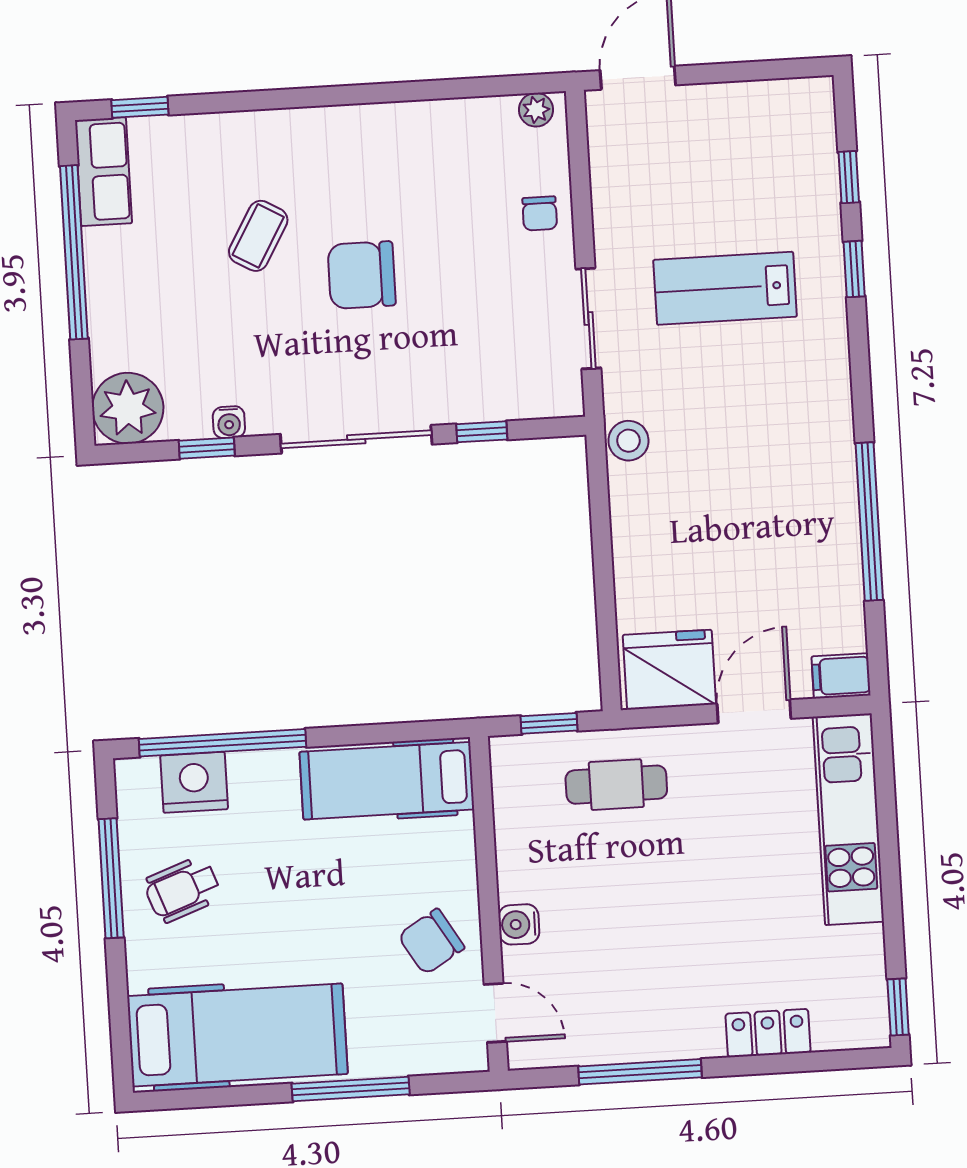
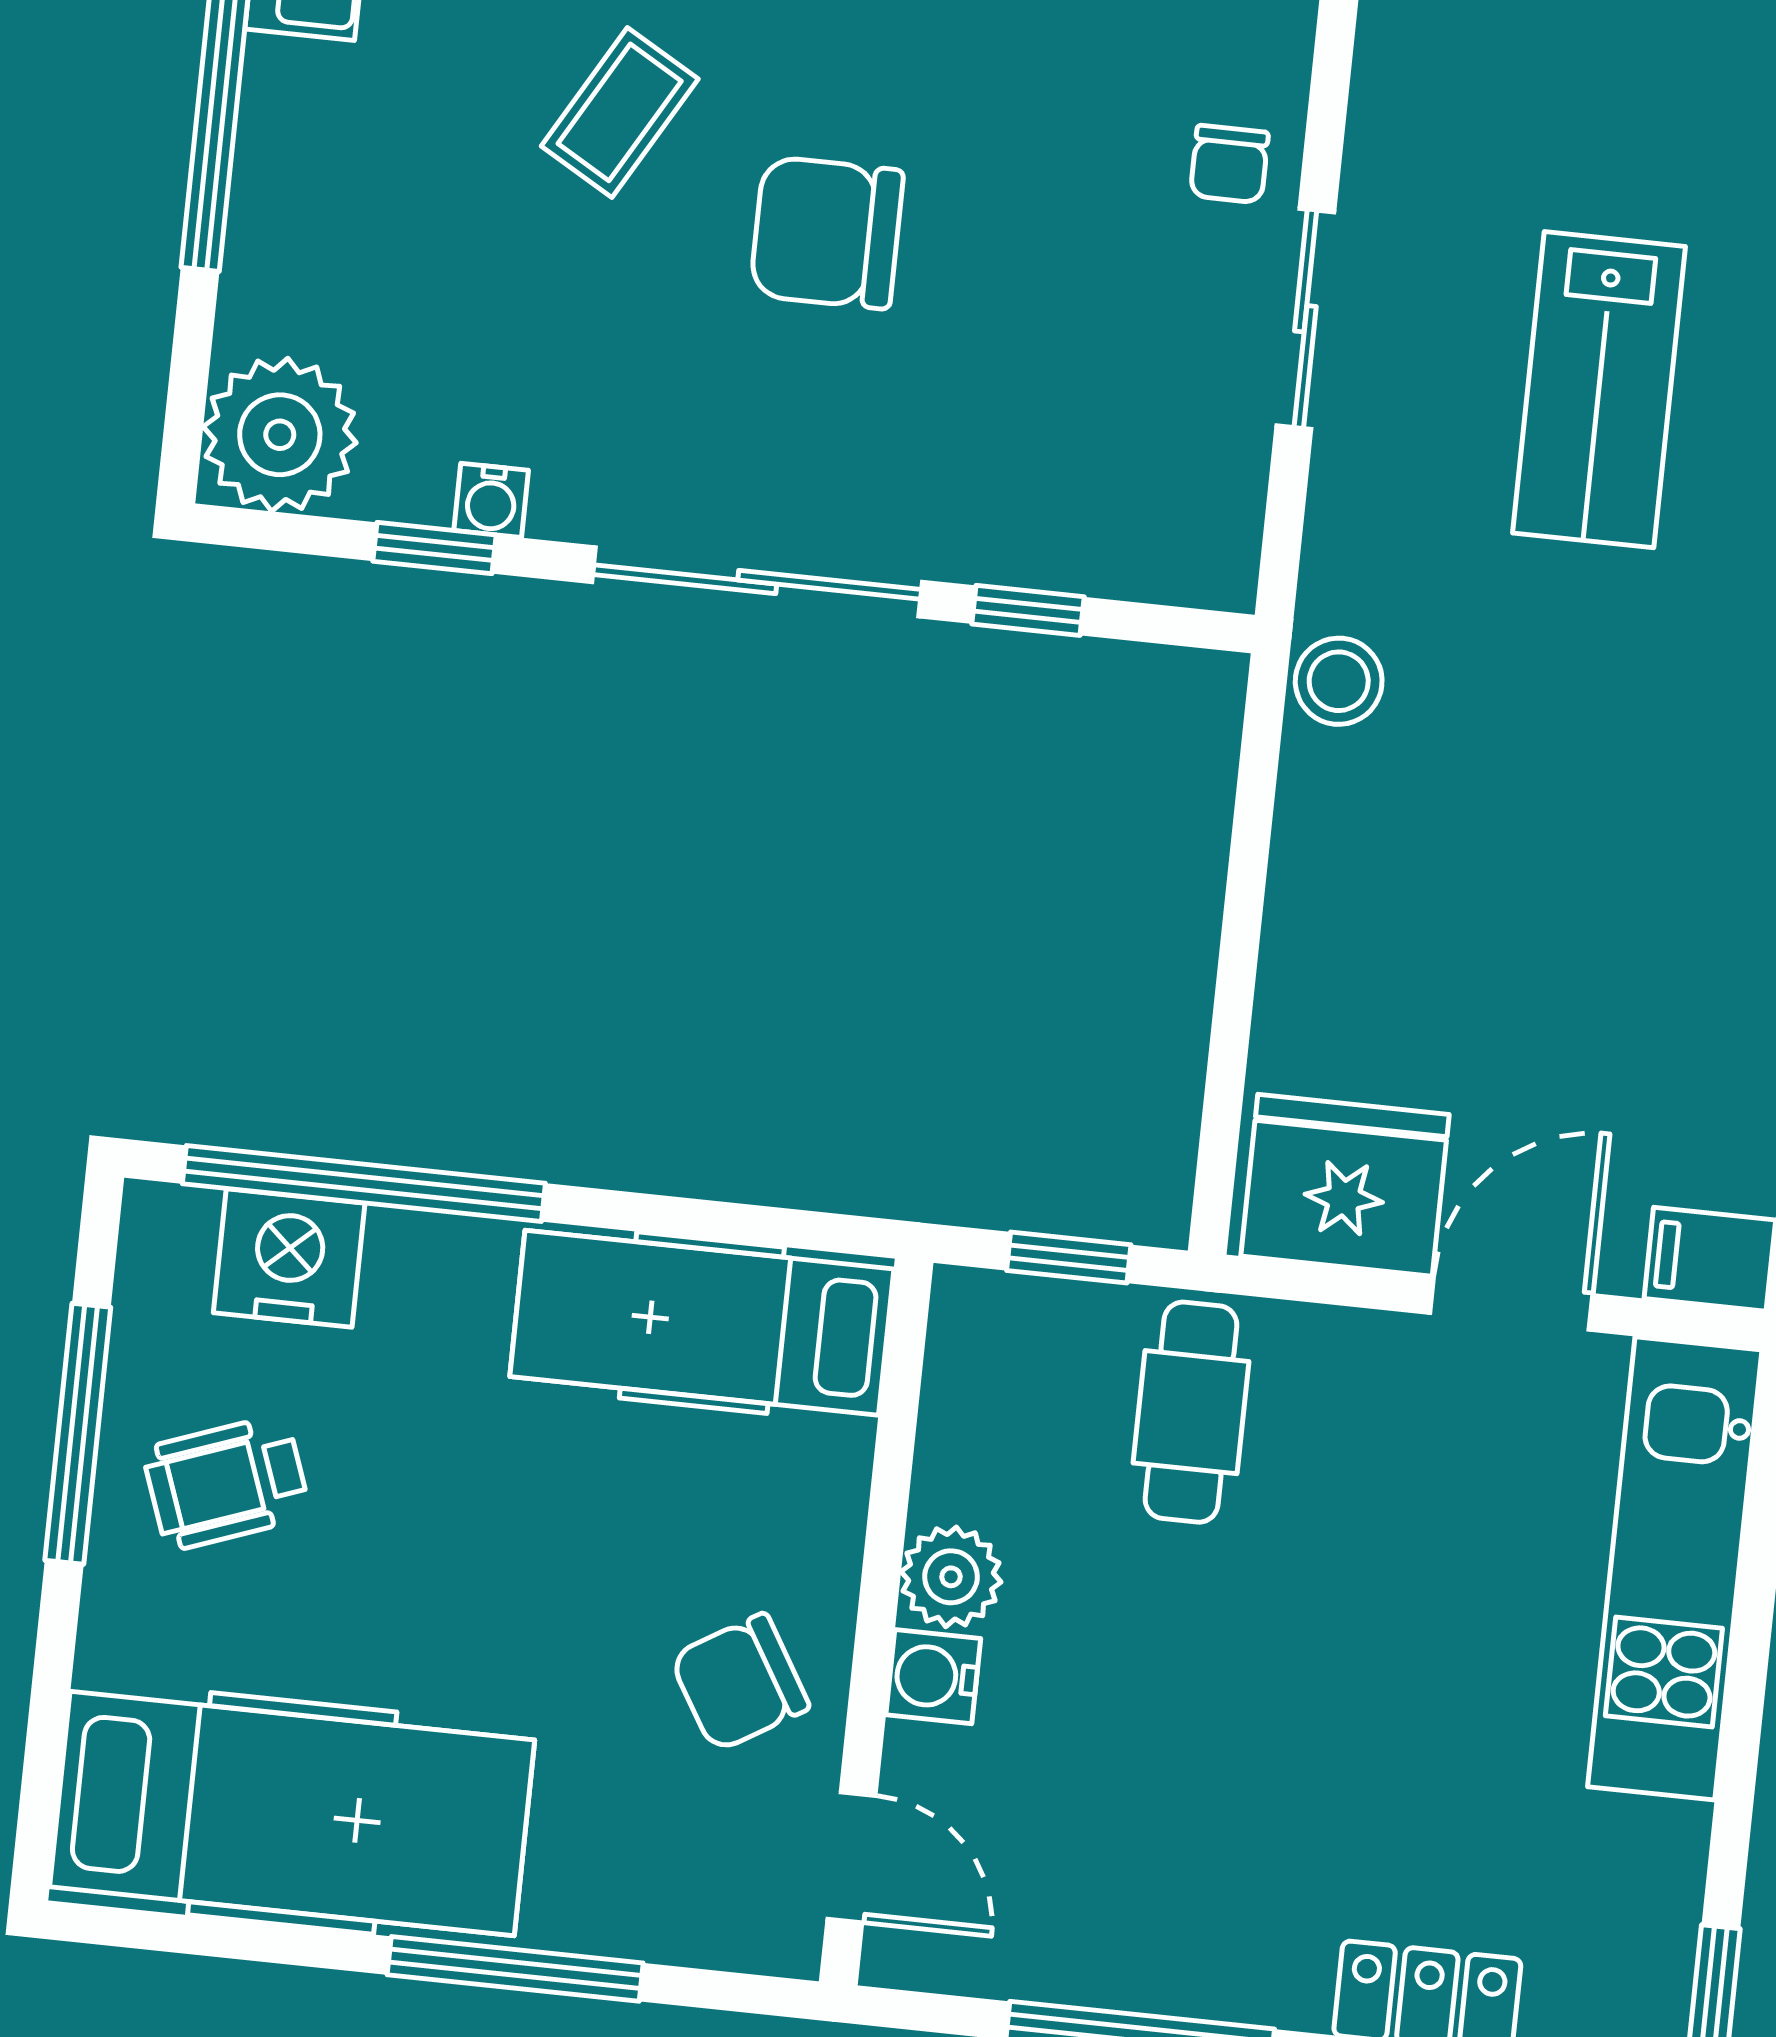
lab bench: (725, 288) -> (1599, 390), turned -90
sliding door: (588, 318) -> (1305, 319), moved
cafe table: (616, 785) -> (1191, 1412), turned 90
plant: (519, 878) -> (951, 1577), added

